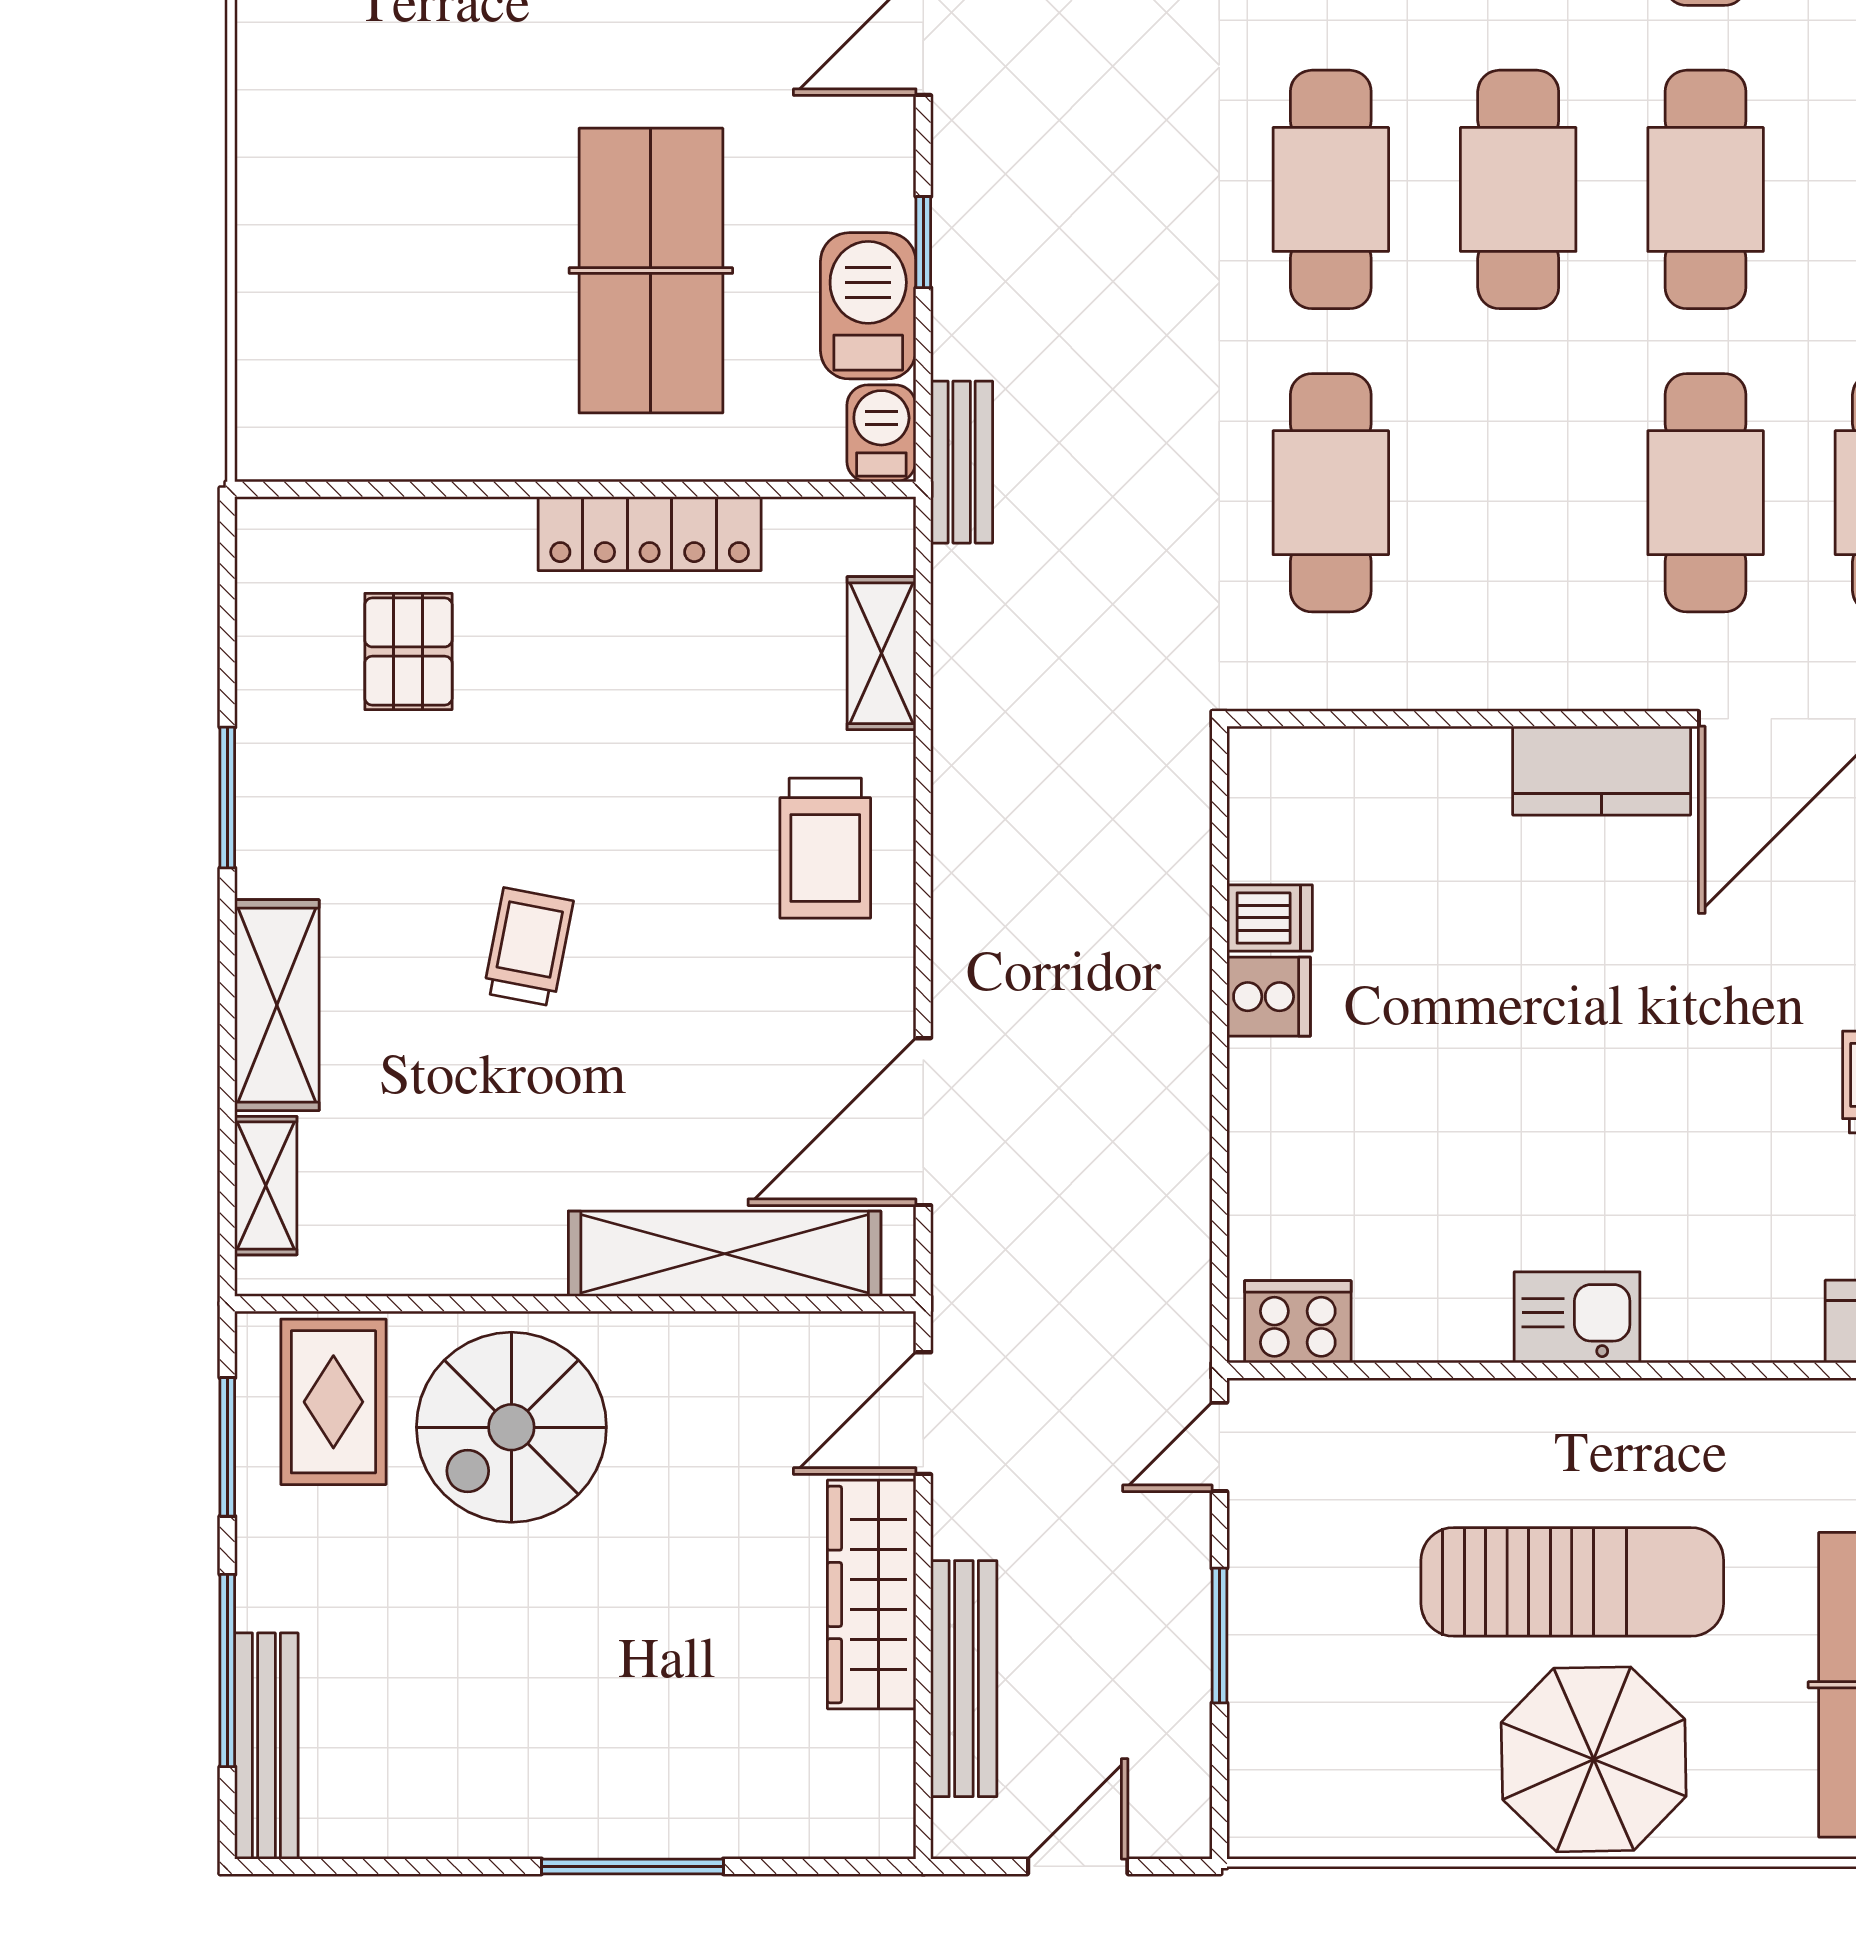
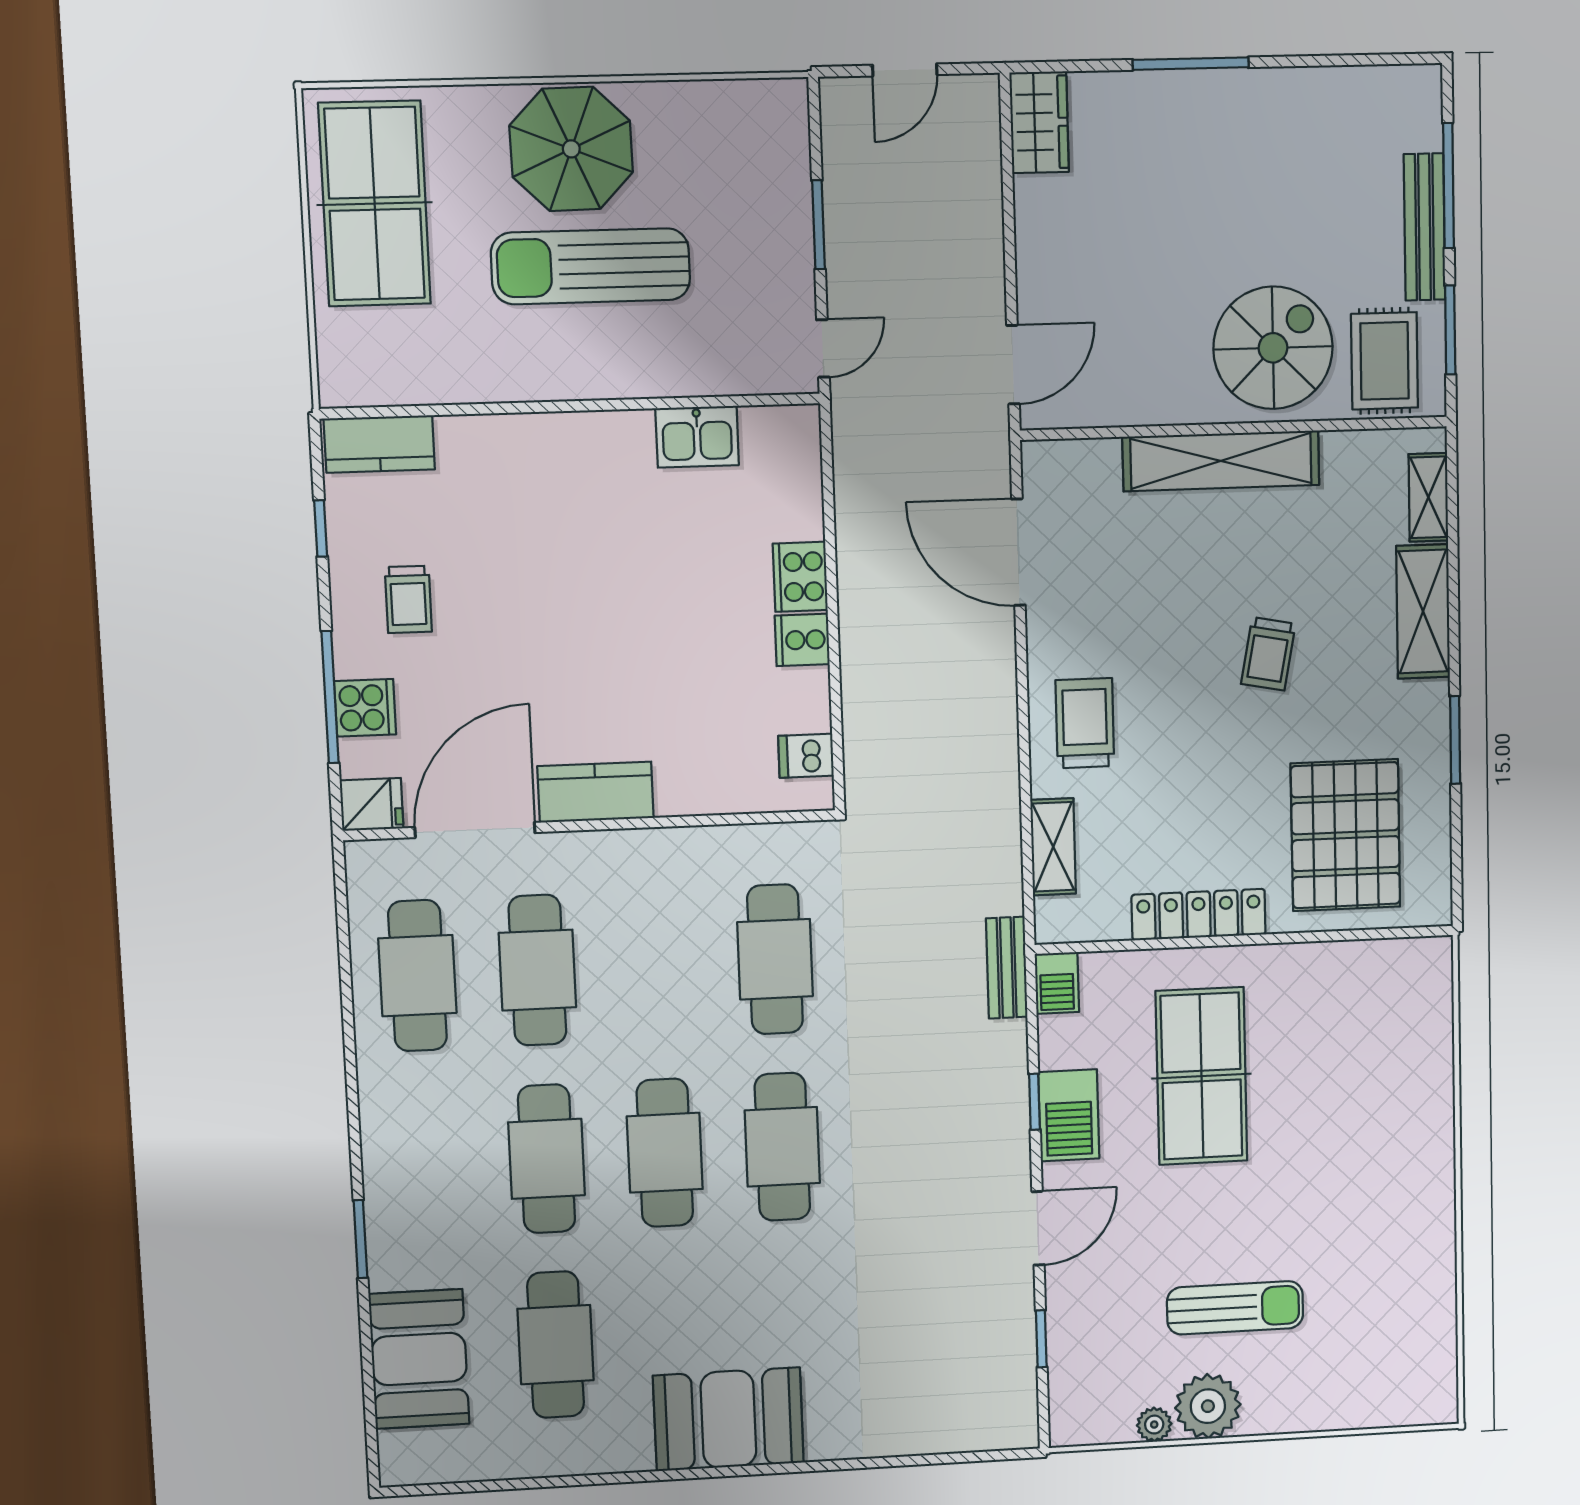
barbecue: (868, 306) -> (1069, 1115), moved
pallet: (408, 652) -> (1345, 835), width x2.05, depth x2.00
dishwasher: (1270, 918) -> (806, 756), moved
door: (923, 1122) -> (1018, 552), swing flipped
shelving: (725, 1254) -> (1221, 461), moved
kitchen sink: (1577, 1317) -> (697, 437), moved
cooker: (1298, 1322) -> (800, 577), moved, turned 90
wardrobe: (872, 1594) -> (1039, 122), moved, width x0.67
bench: (964, 1679) -> (982, 192), removed
bench: (266, 1746) -> (1425, 227), moved

